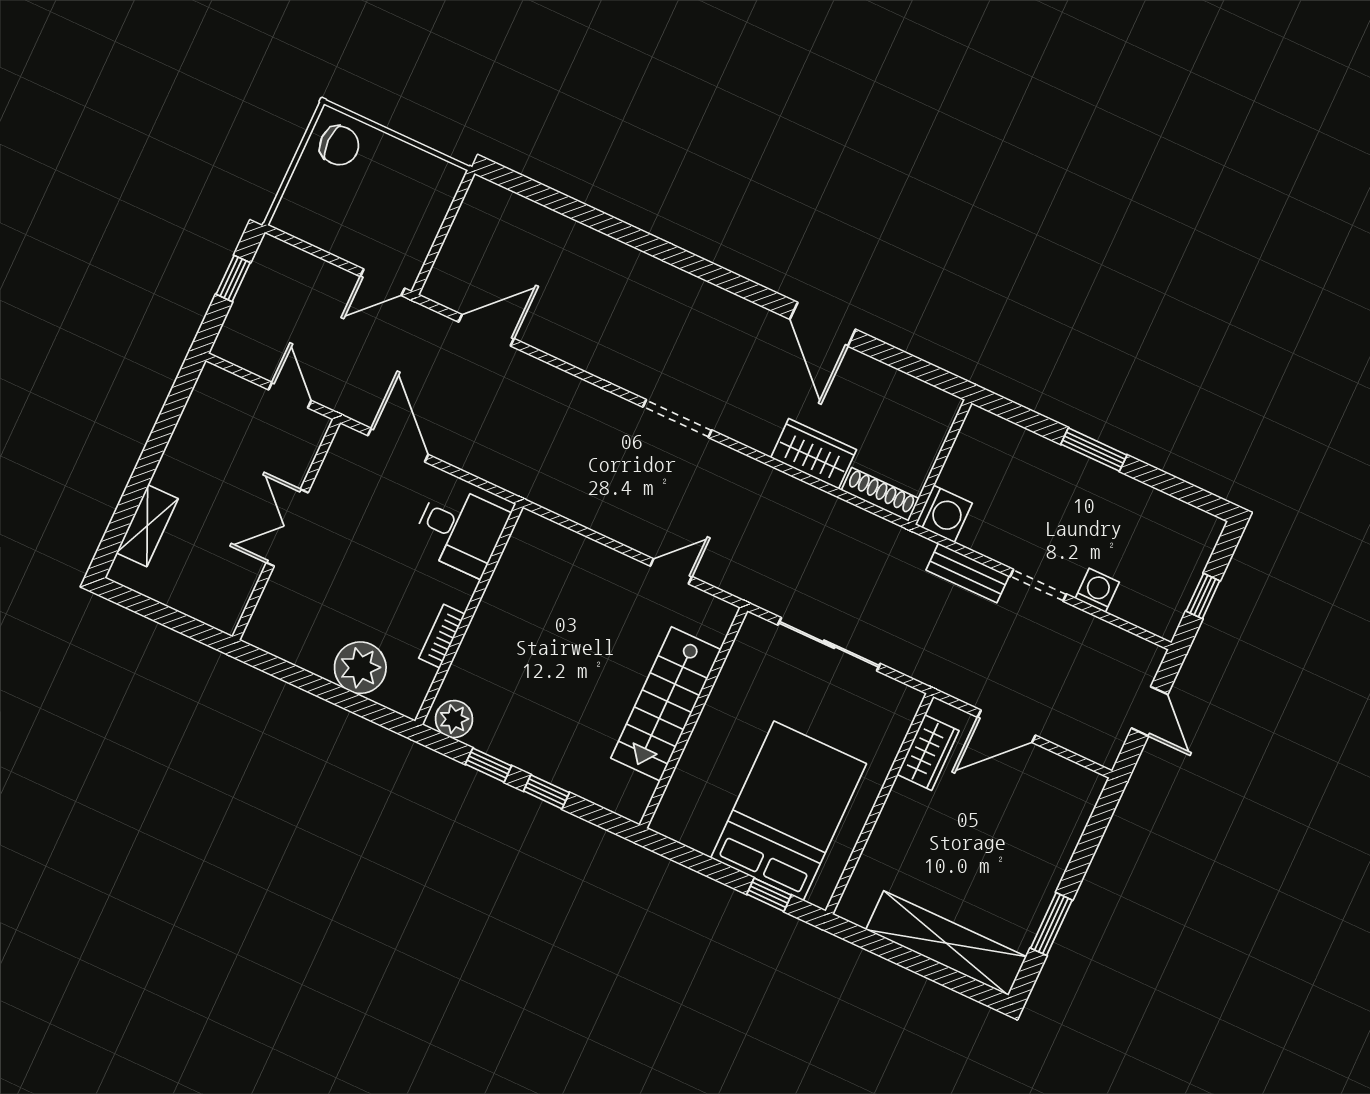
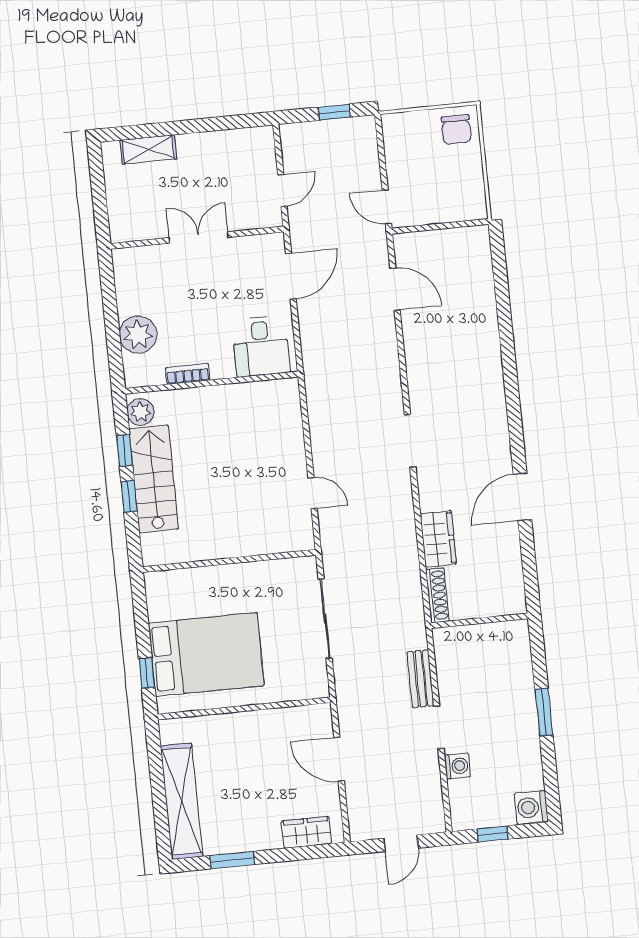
washing machine: (944, 514) -> (531, 807), moved, turned 90
stairs: (666, 704) -> (154, 479), moved, turned 90
wardrobe: (928, 753) -> (306, 832), moved, turned 180

